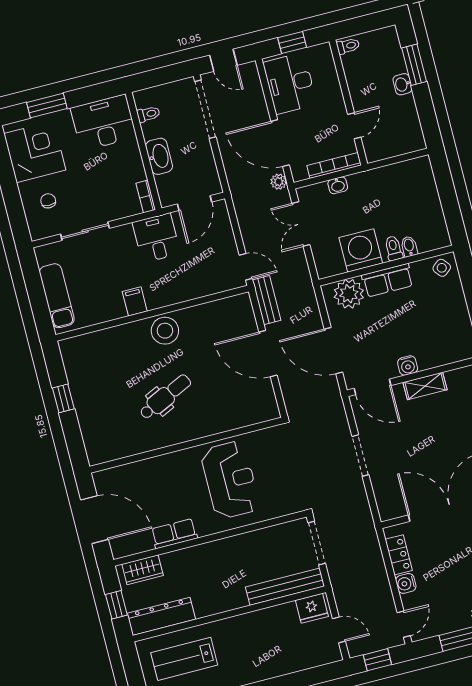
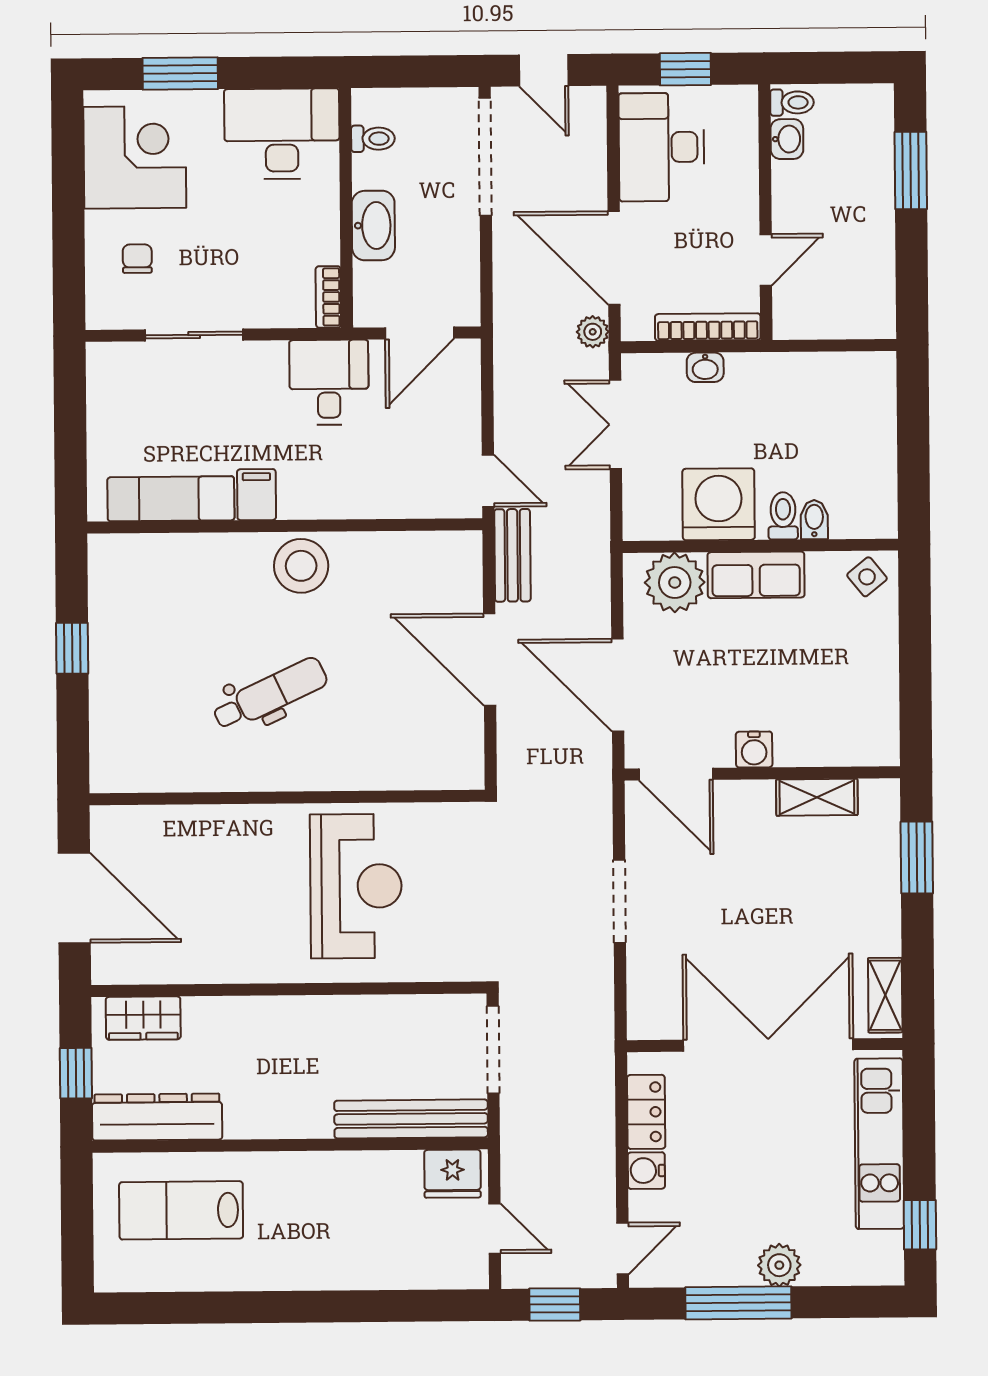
washbasin: (402, 84) -> (787, 139), moved, turned 180
exam couch: (57, 296) -> (171, 499), moved, turned -90
shelving: (425, 386) -> (817, 797), moved
row of seats: (174, 534) -> (222, 963), removed

